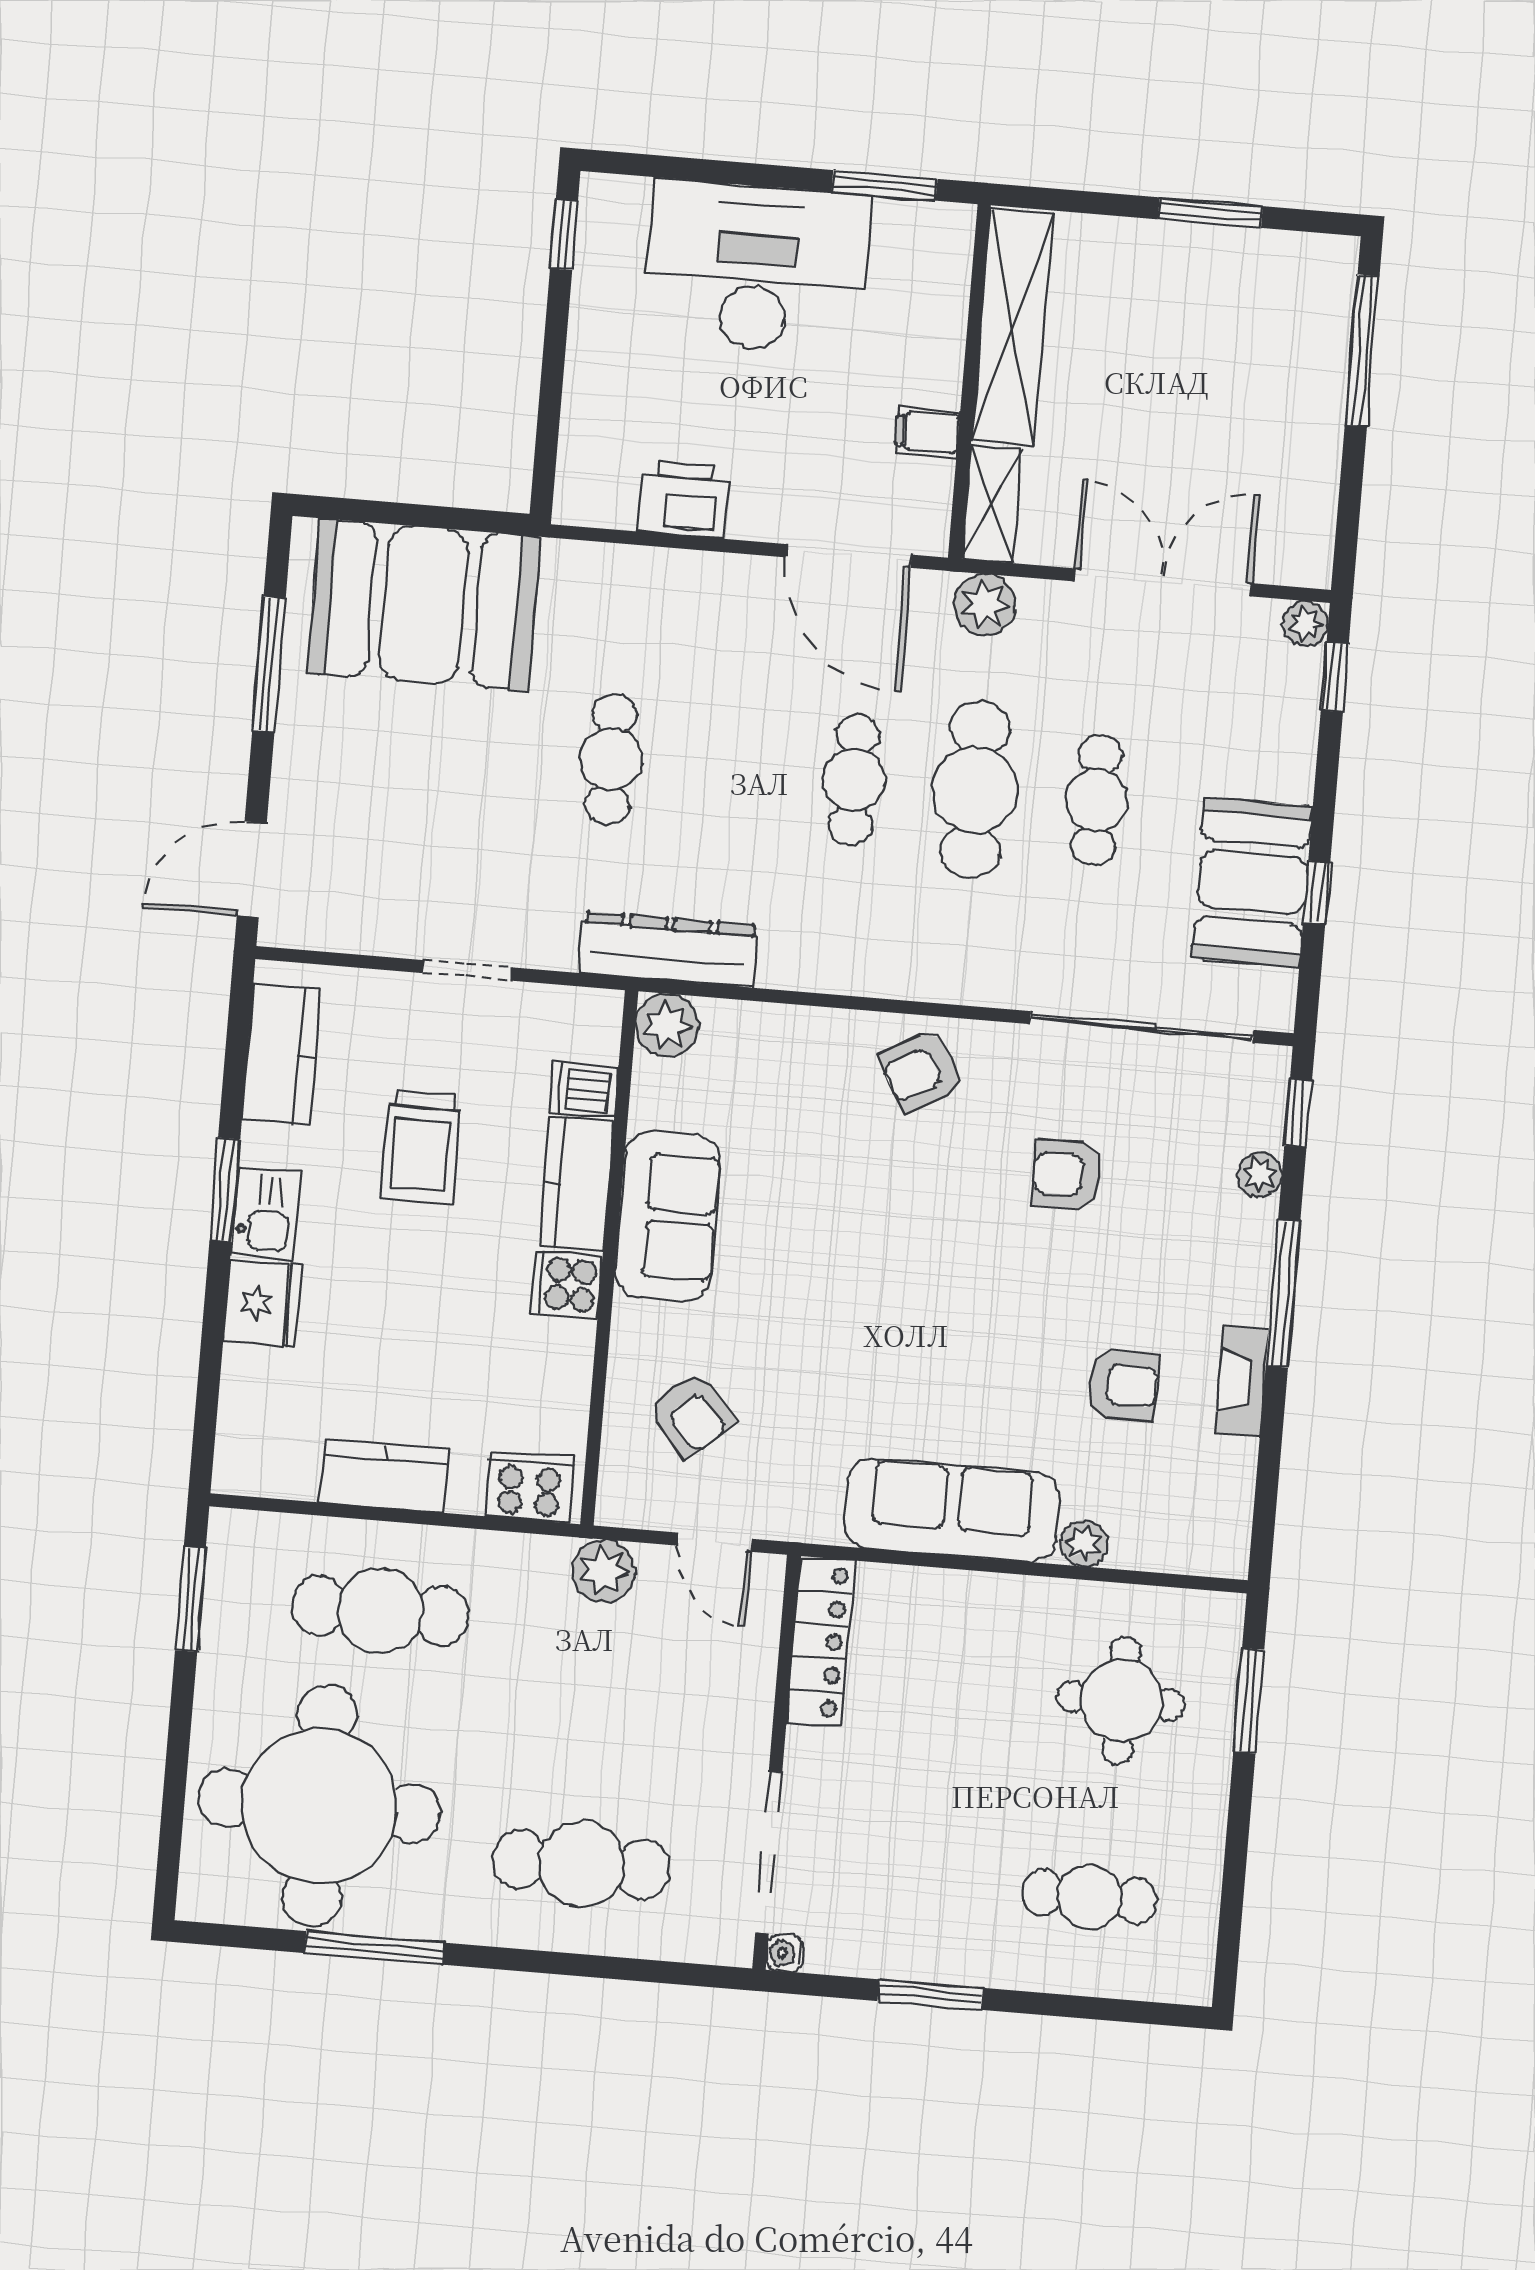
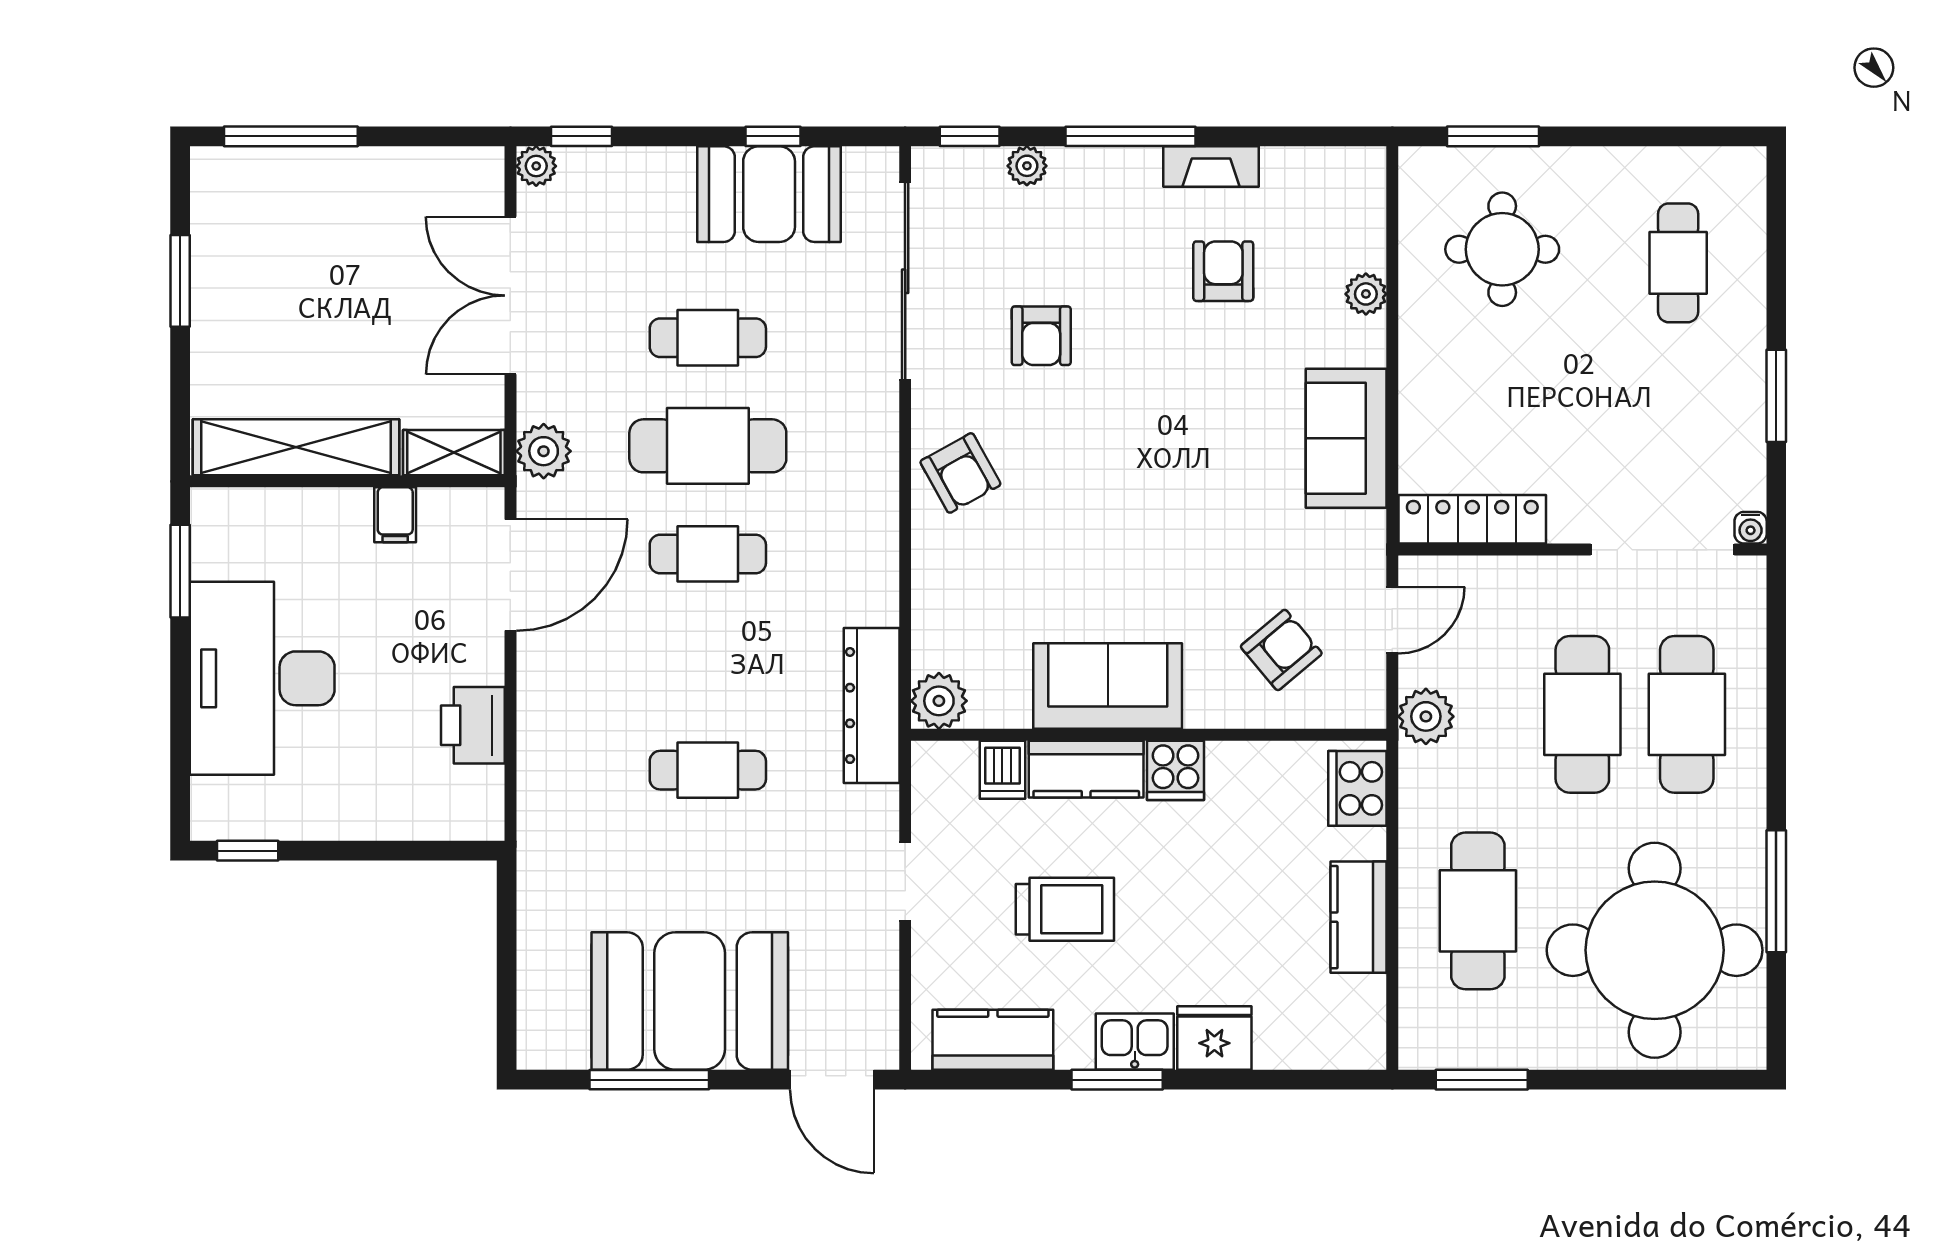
booth: (424, 605) -> (690, 1001), moved, turned 90
sofa: (952, 1510) -> (1346, 438), width x0.73
cafe table: (591, 1747) -> (1582, 714), added

